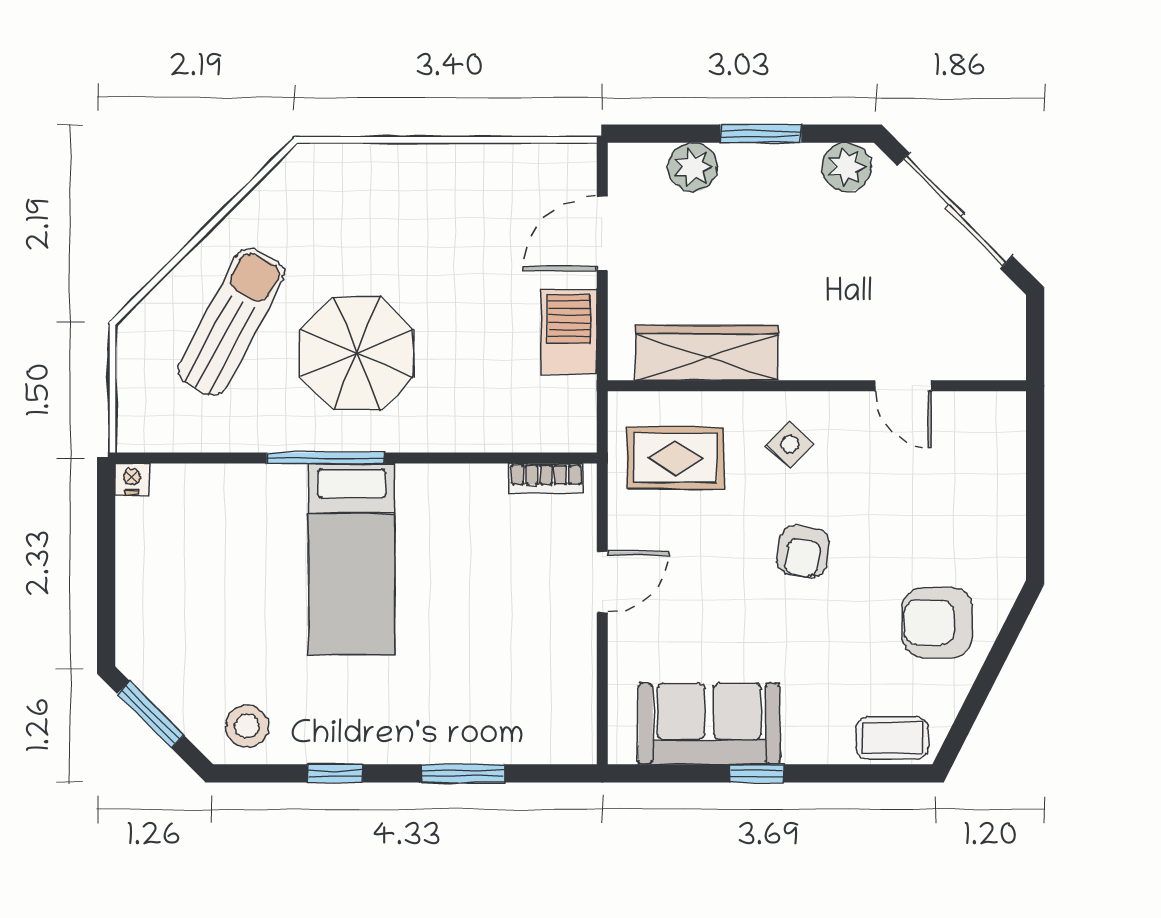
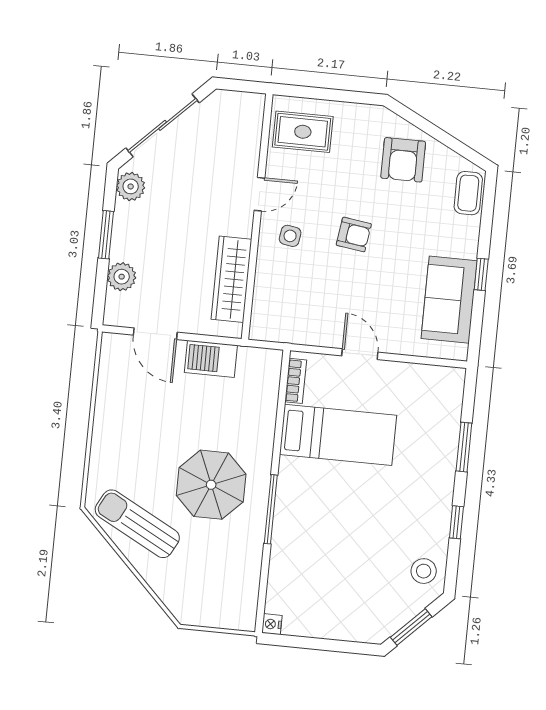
sun lounger: (231, 322) -> (137, 524), moved
door: (903, 386) -> (259, 194), moved
side table: (790, 444) -> (290, 236), turned -34
rug: (675, 458) -> (303, 132), moved, turned 90
bed: (352, 559) -> (338, 435), moved

